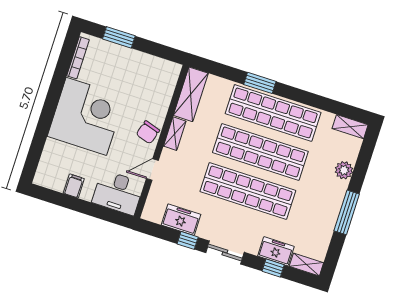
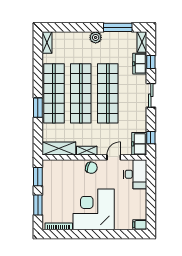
window: (160, 51) -> (38, 177), added
door: (152, 170) -> (114, 157), swing flipped
plant: (344, 170) -> (96, 37), moved
filing cabinet: (74, 186) -> (140, 225), moved
window: (347, 212) -> (118, 27), moved
freezer: (181, 220) -> (139, 144), moved
window: (188, 240) -> (151, 138), moved

